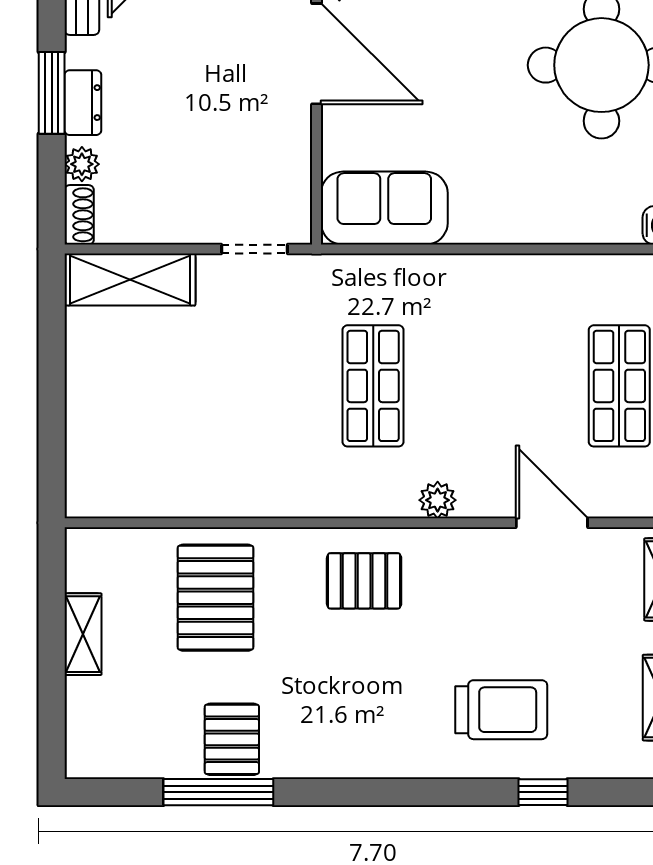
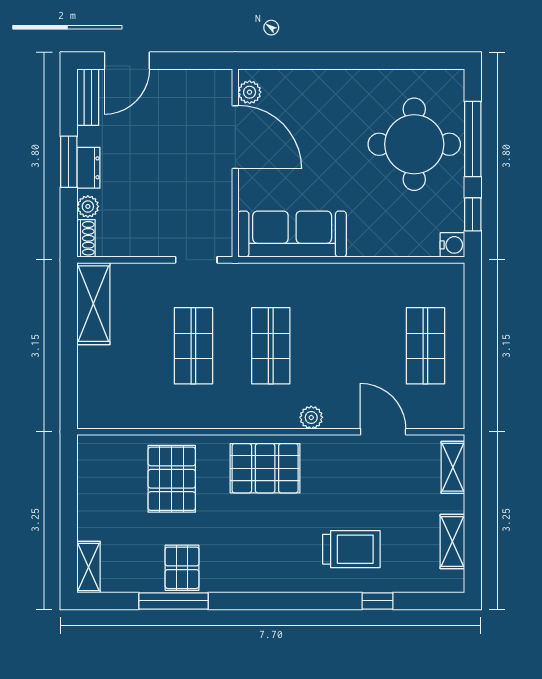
sofa: (384, 208) -> (292, 234), width x1.36
shelving: (130, 280) -> (93, 304), moved, turned 90
shop shelf: (250, 386) -> (193, 346), added
pallet: (364, 581) -> (265, 468), width x1.50, depth x1.42
shelving: (83, 634) -> (89, 567), moved

